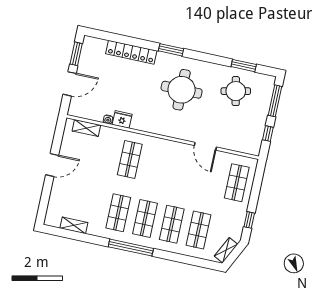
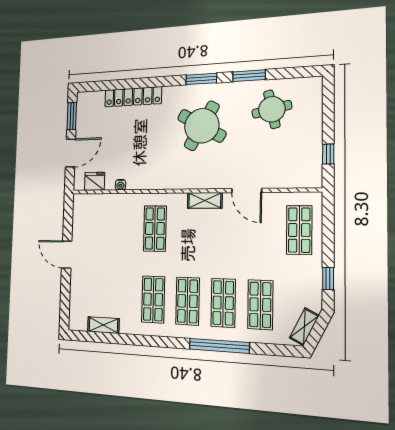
window: (171, 50) -> (201, 79), moved
window: (244, 66) -> (249, 76), moved
round table: (182, 90) -> (202, 126), turned 30
window: (275, 101) -> (328, 108), removed
fridge: (122, 119) -> (95, 181), moved
shelving: (86, 128) -> (205, 200), moved
door: (52, 165) -> (67, 255), swing flipped
window: (131, 248) -> (219, 346), moved

